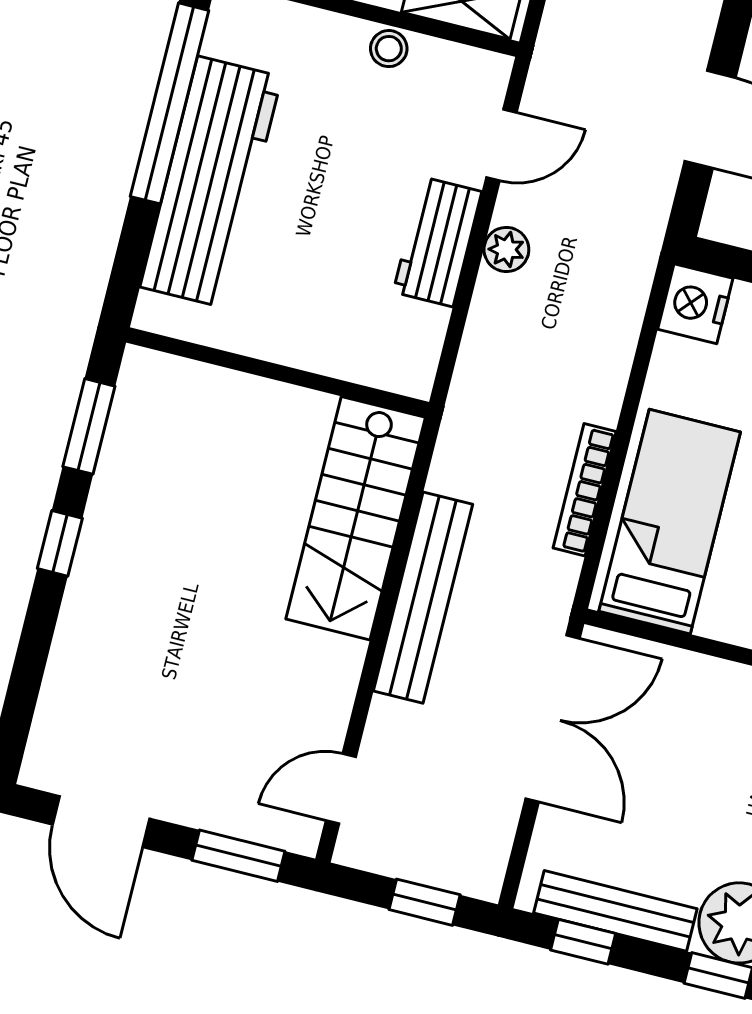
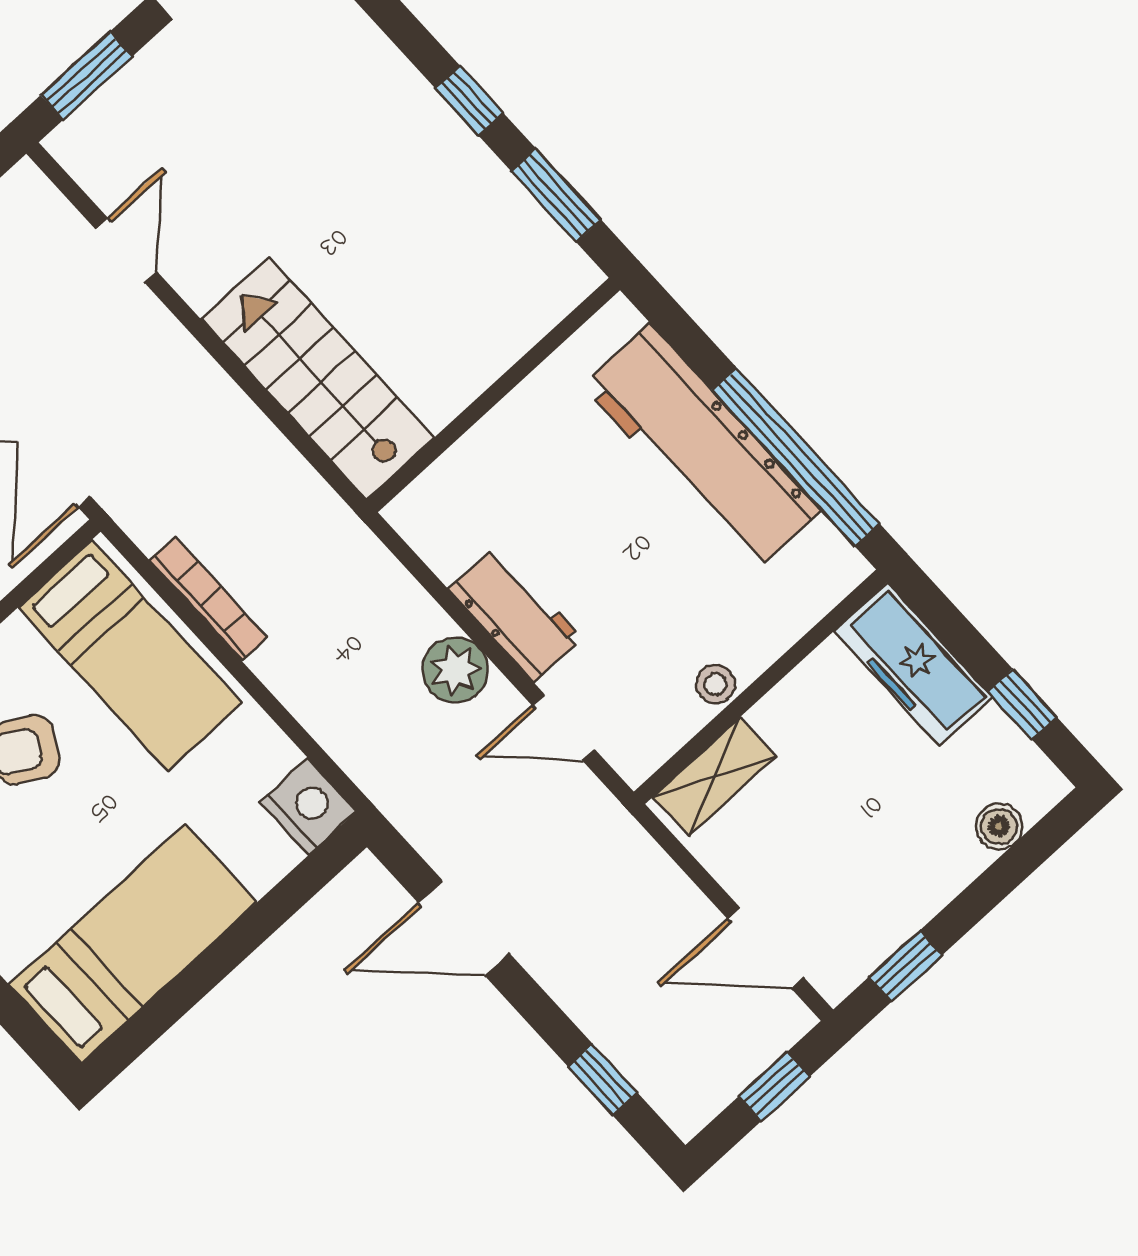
door: (501, 145) -> (564, 728), hinge flipped
plant: (506, 249) -> (455, 670), width x1.38, depth x1.38
bench: (423, 598) -> (207, 392), removed
door: (341, 789) -> (126, 251), moved

